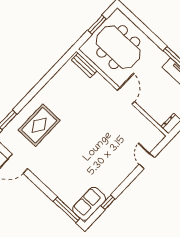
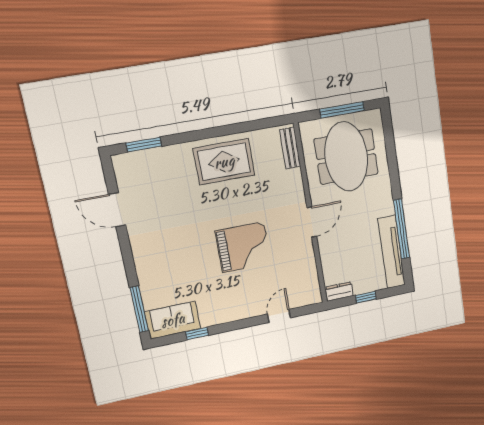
window: (97, 25) -> (342, 110), width x1.44
rug: (39, 125) -> (224, 162), moved
grand piano: (98, 137) -> (243, 247), added

